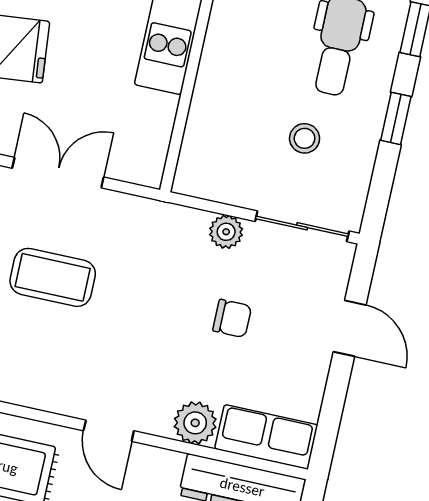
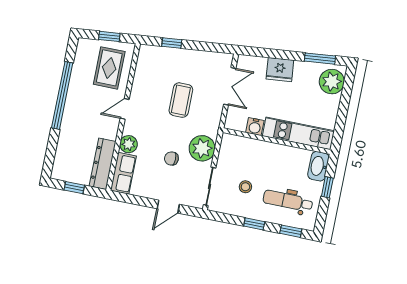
water cooler: (158, 113) -> (255, 127), added
plant: (226, 232) -> (202, 148), width x1.88, depth x1.88
coffee table: (53, 277) -> (181, 100), moved
chair: (232, 318) -> (171, 158), turned 90

